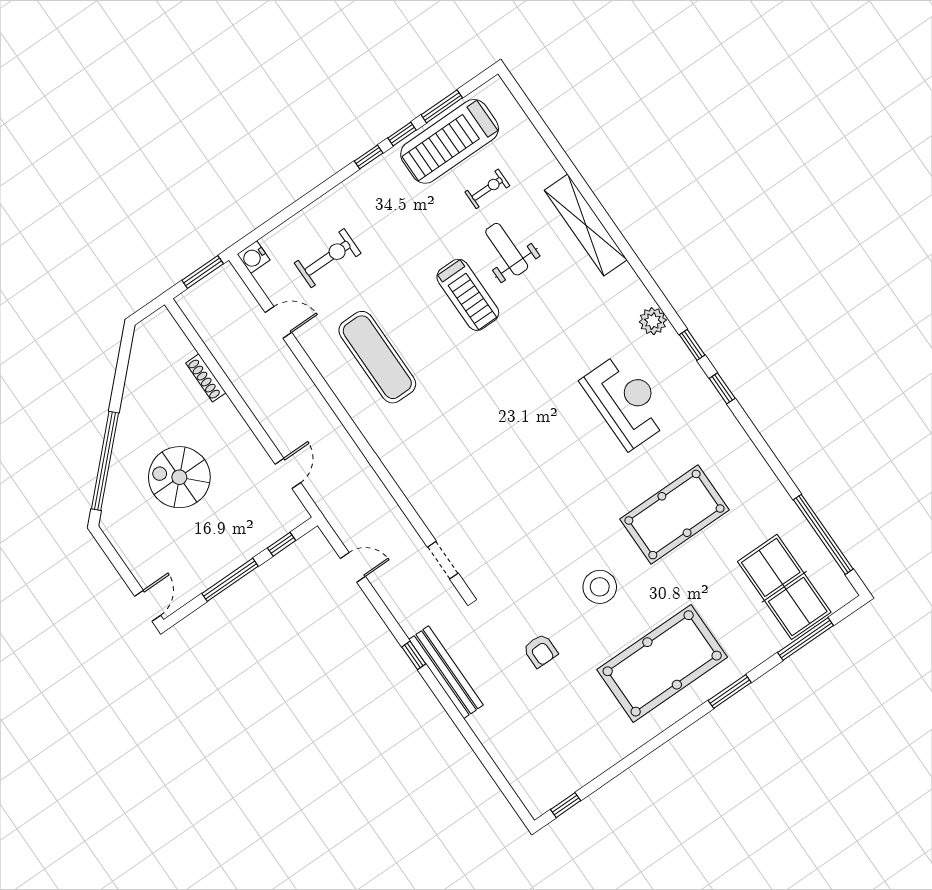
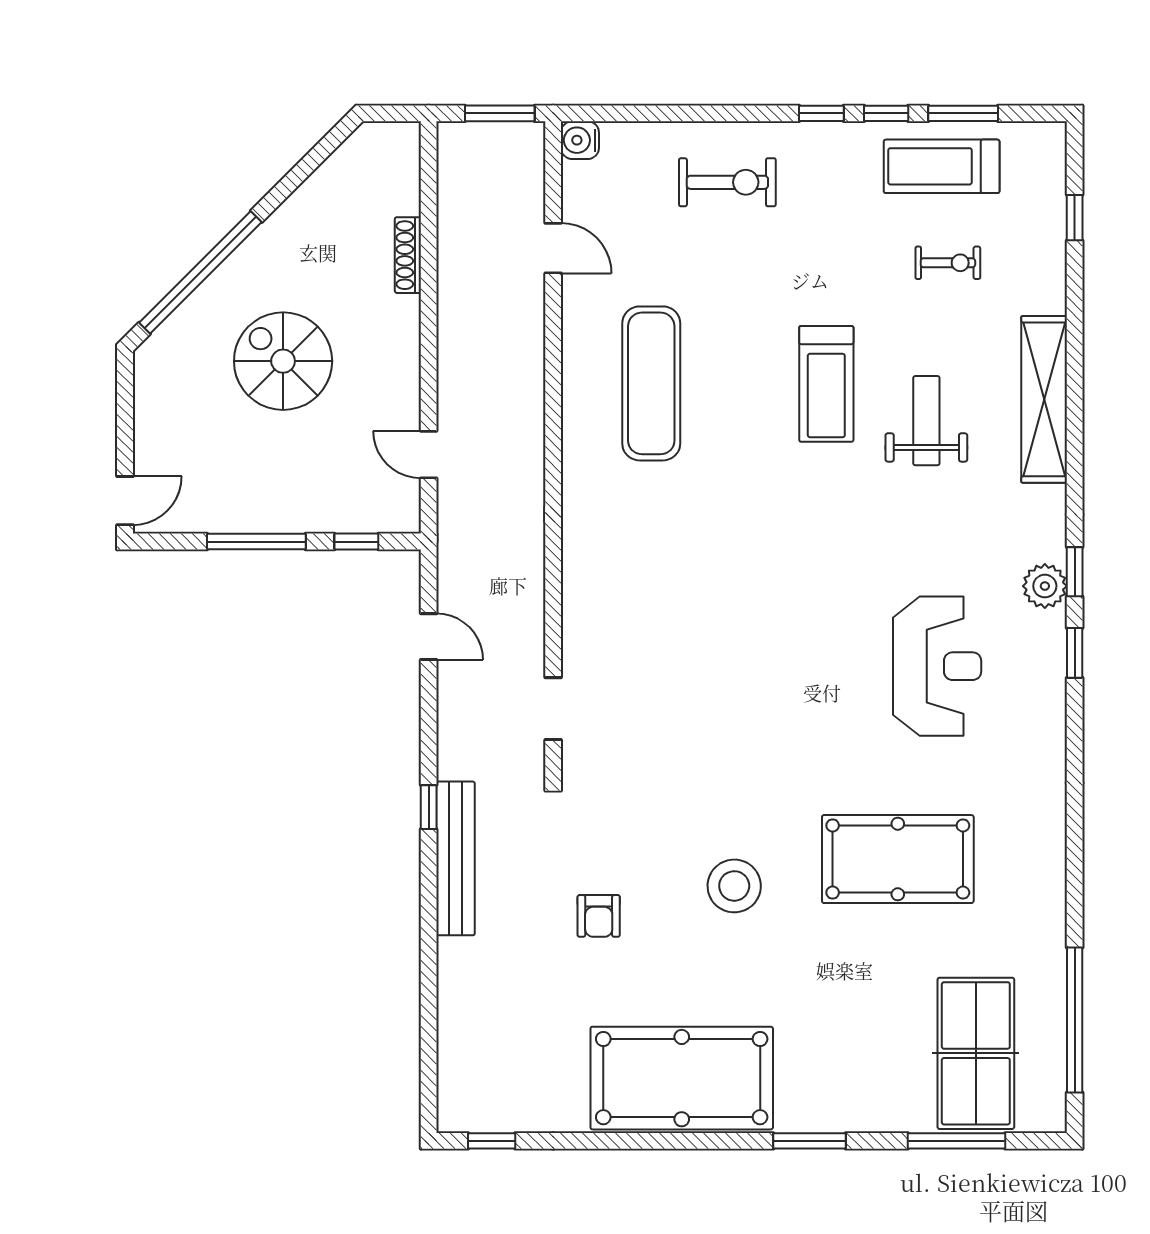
window: (537, 120) -> (1075, 218), added
treadmill: (450, 141) -> (942, 166), width x0.73, depth x0.73
weight bench: (507, 249) -> (926, 421), moved
exercise bike: (328, 258) -> (727, 182), moved
window: (722, 388) -> (1075, 572), moved
door: (288, 473) -> (429, 455), swing flipped
pool table: (662, 663) -> (682, 1078), moved

